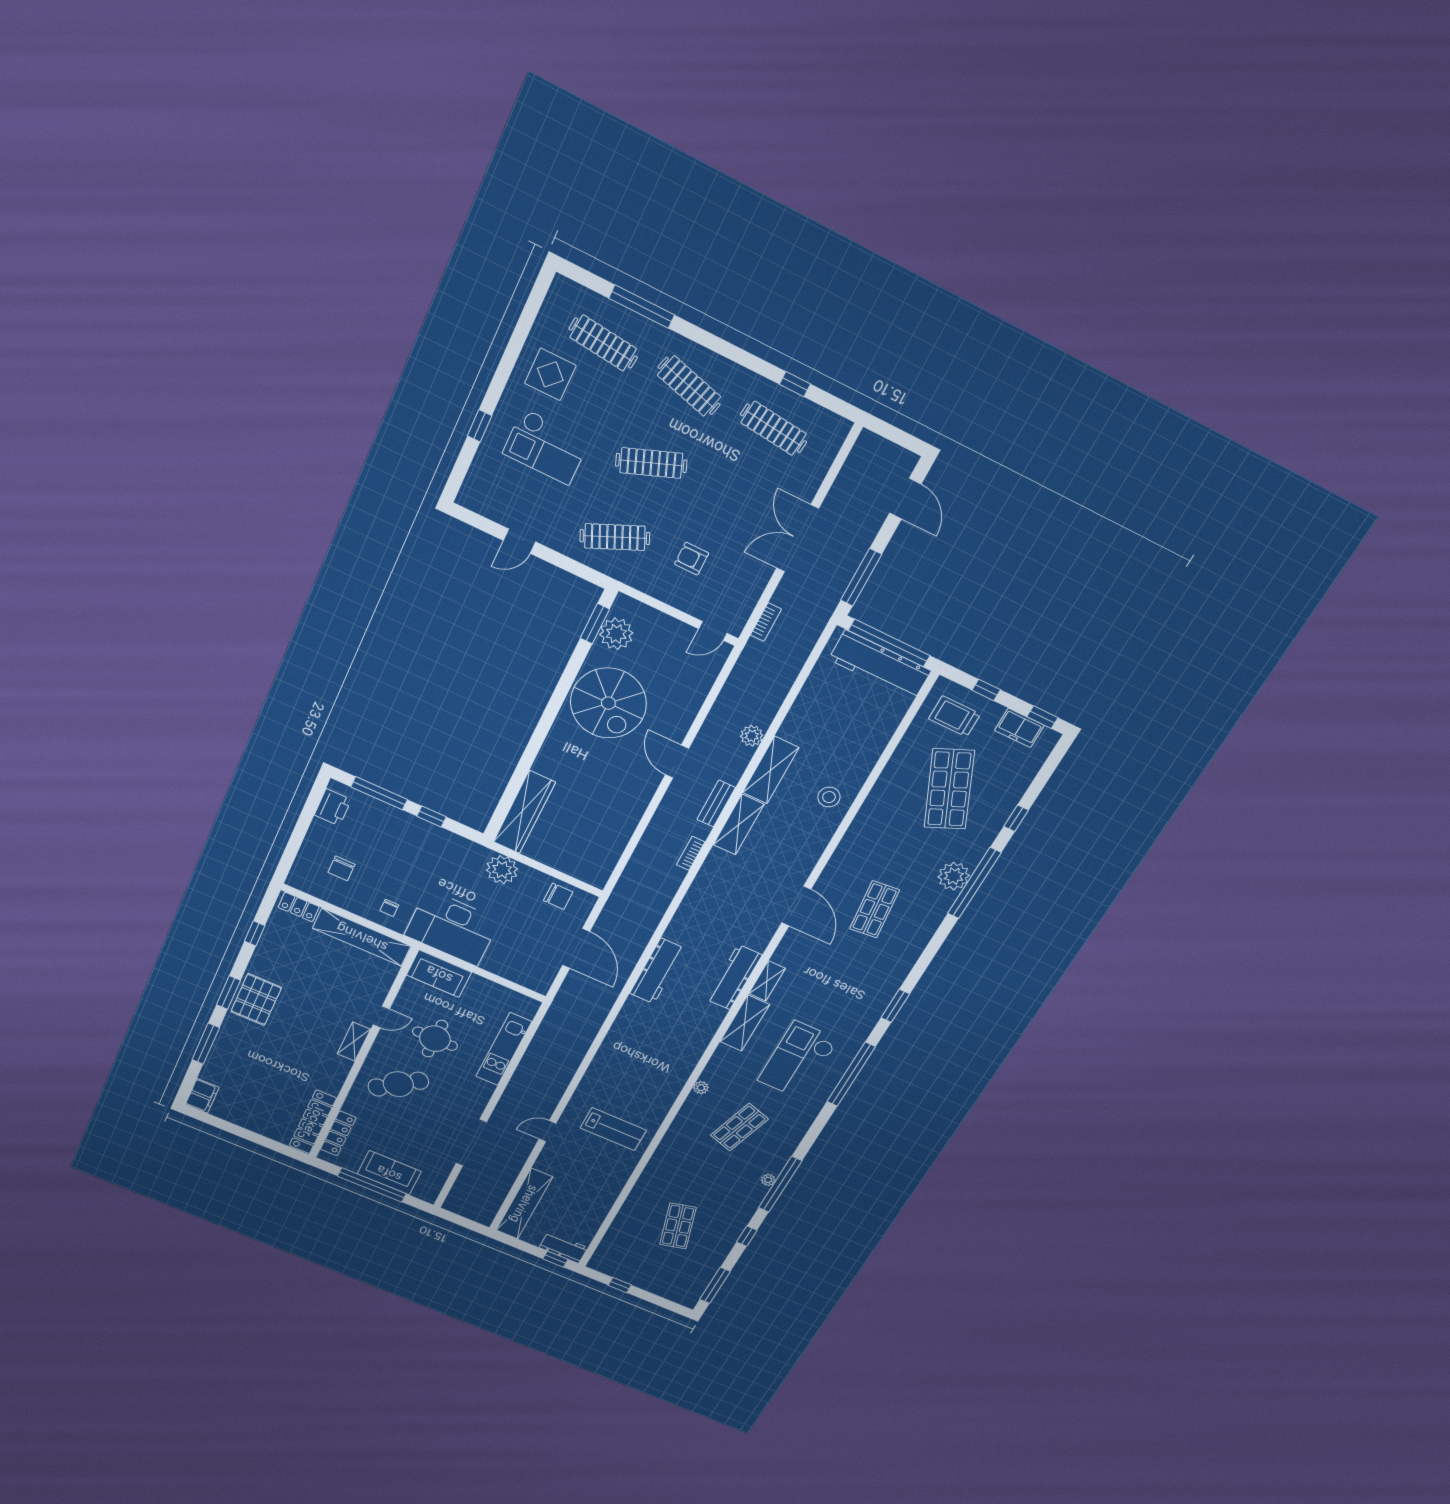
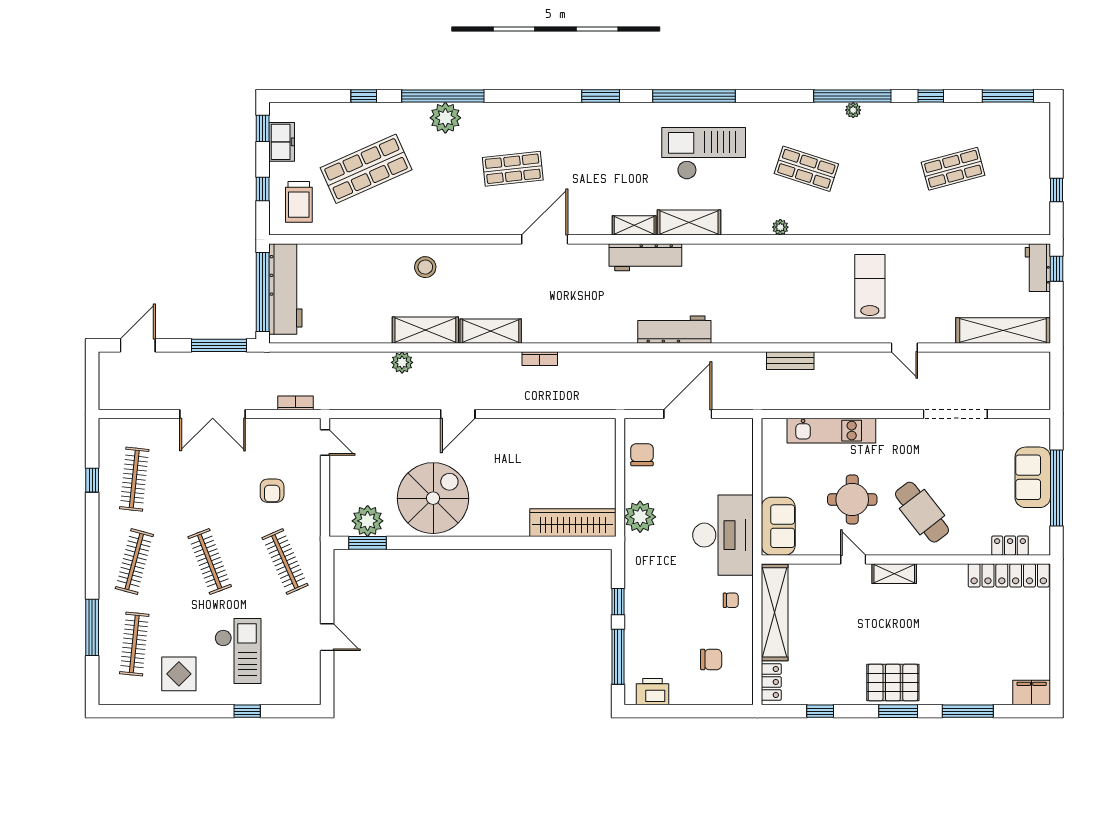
bench: (716, 804) -> (790, 361), moved
checkout: (798, 1060) -> (704, 153), turned 180
locker: (338, 1133) -> (1010, 546), width x0.66

